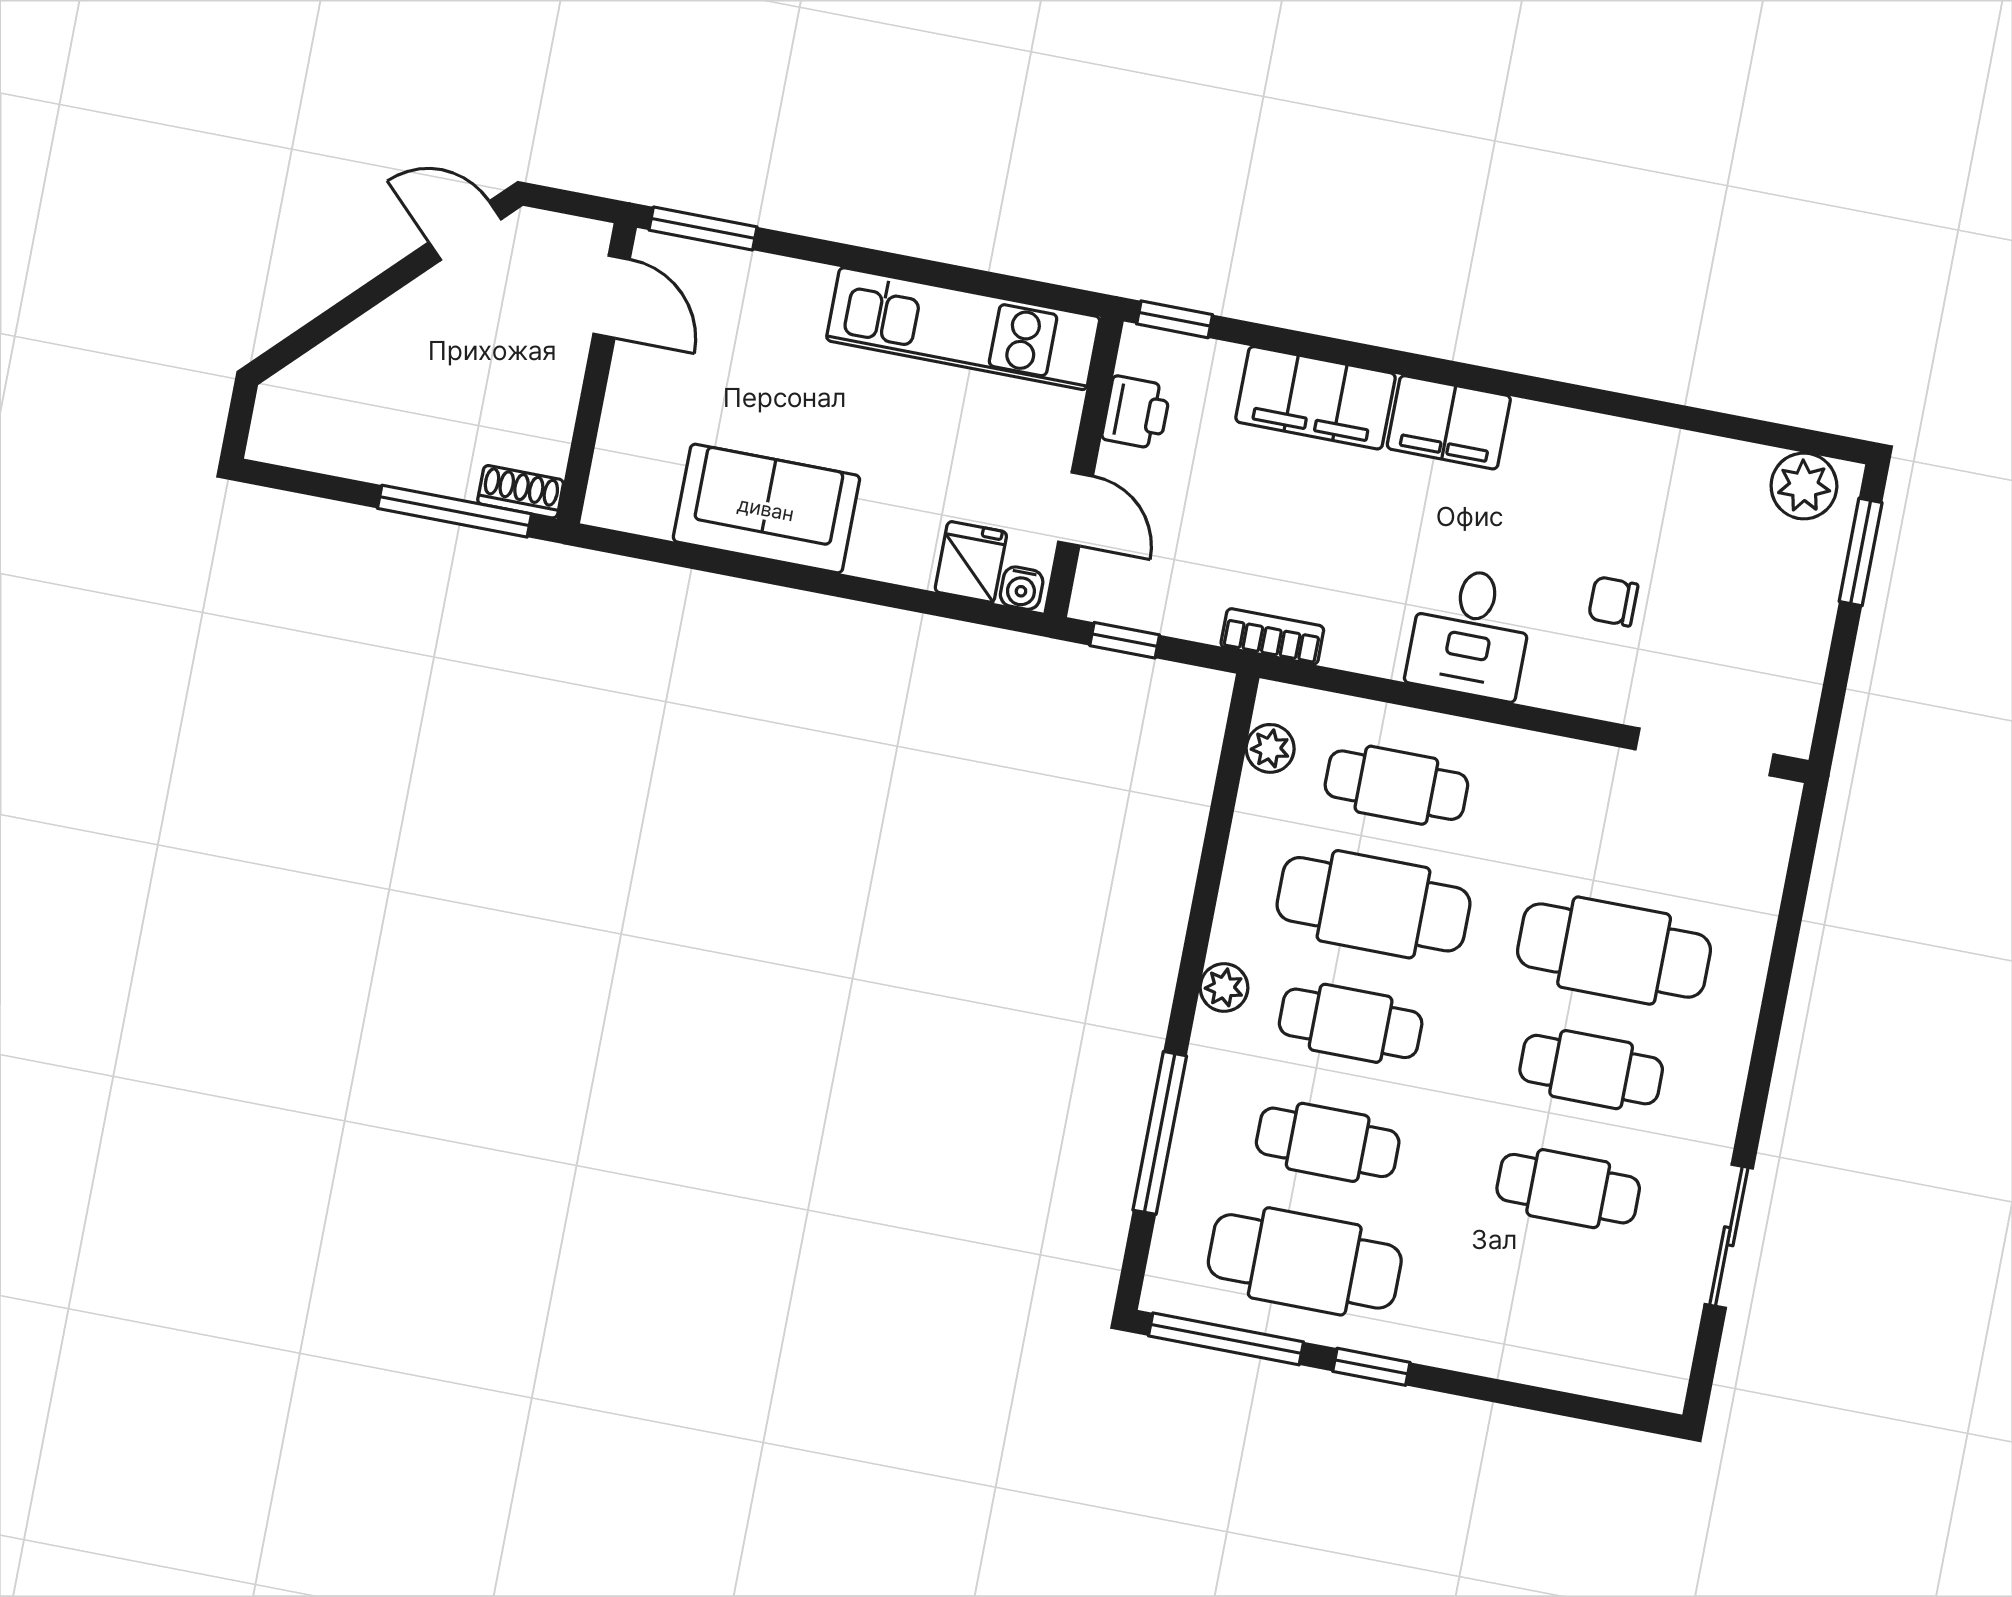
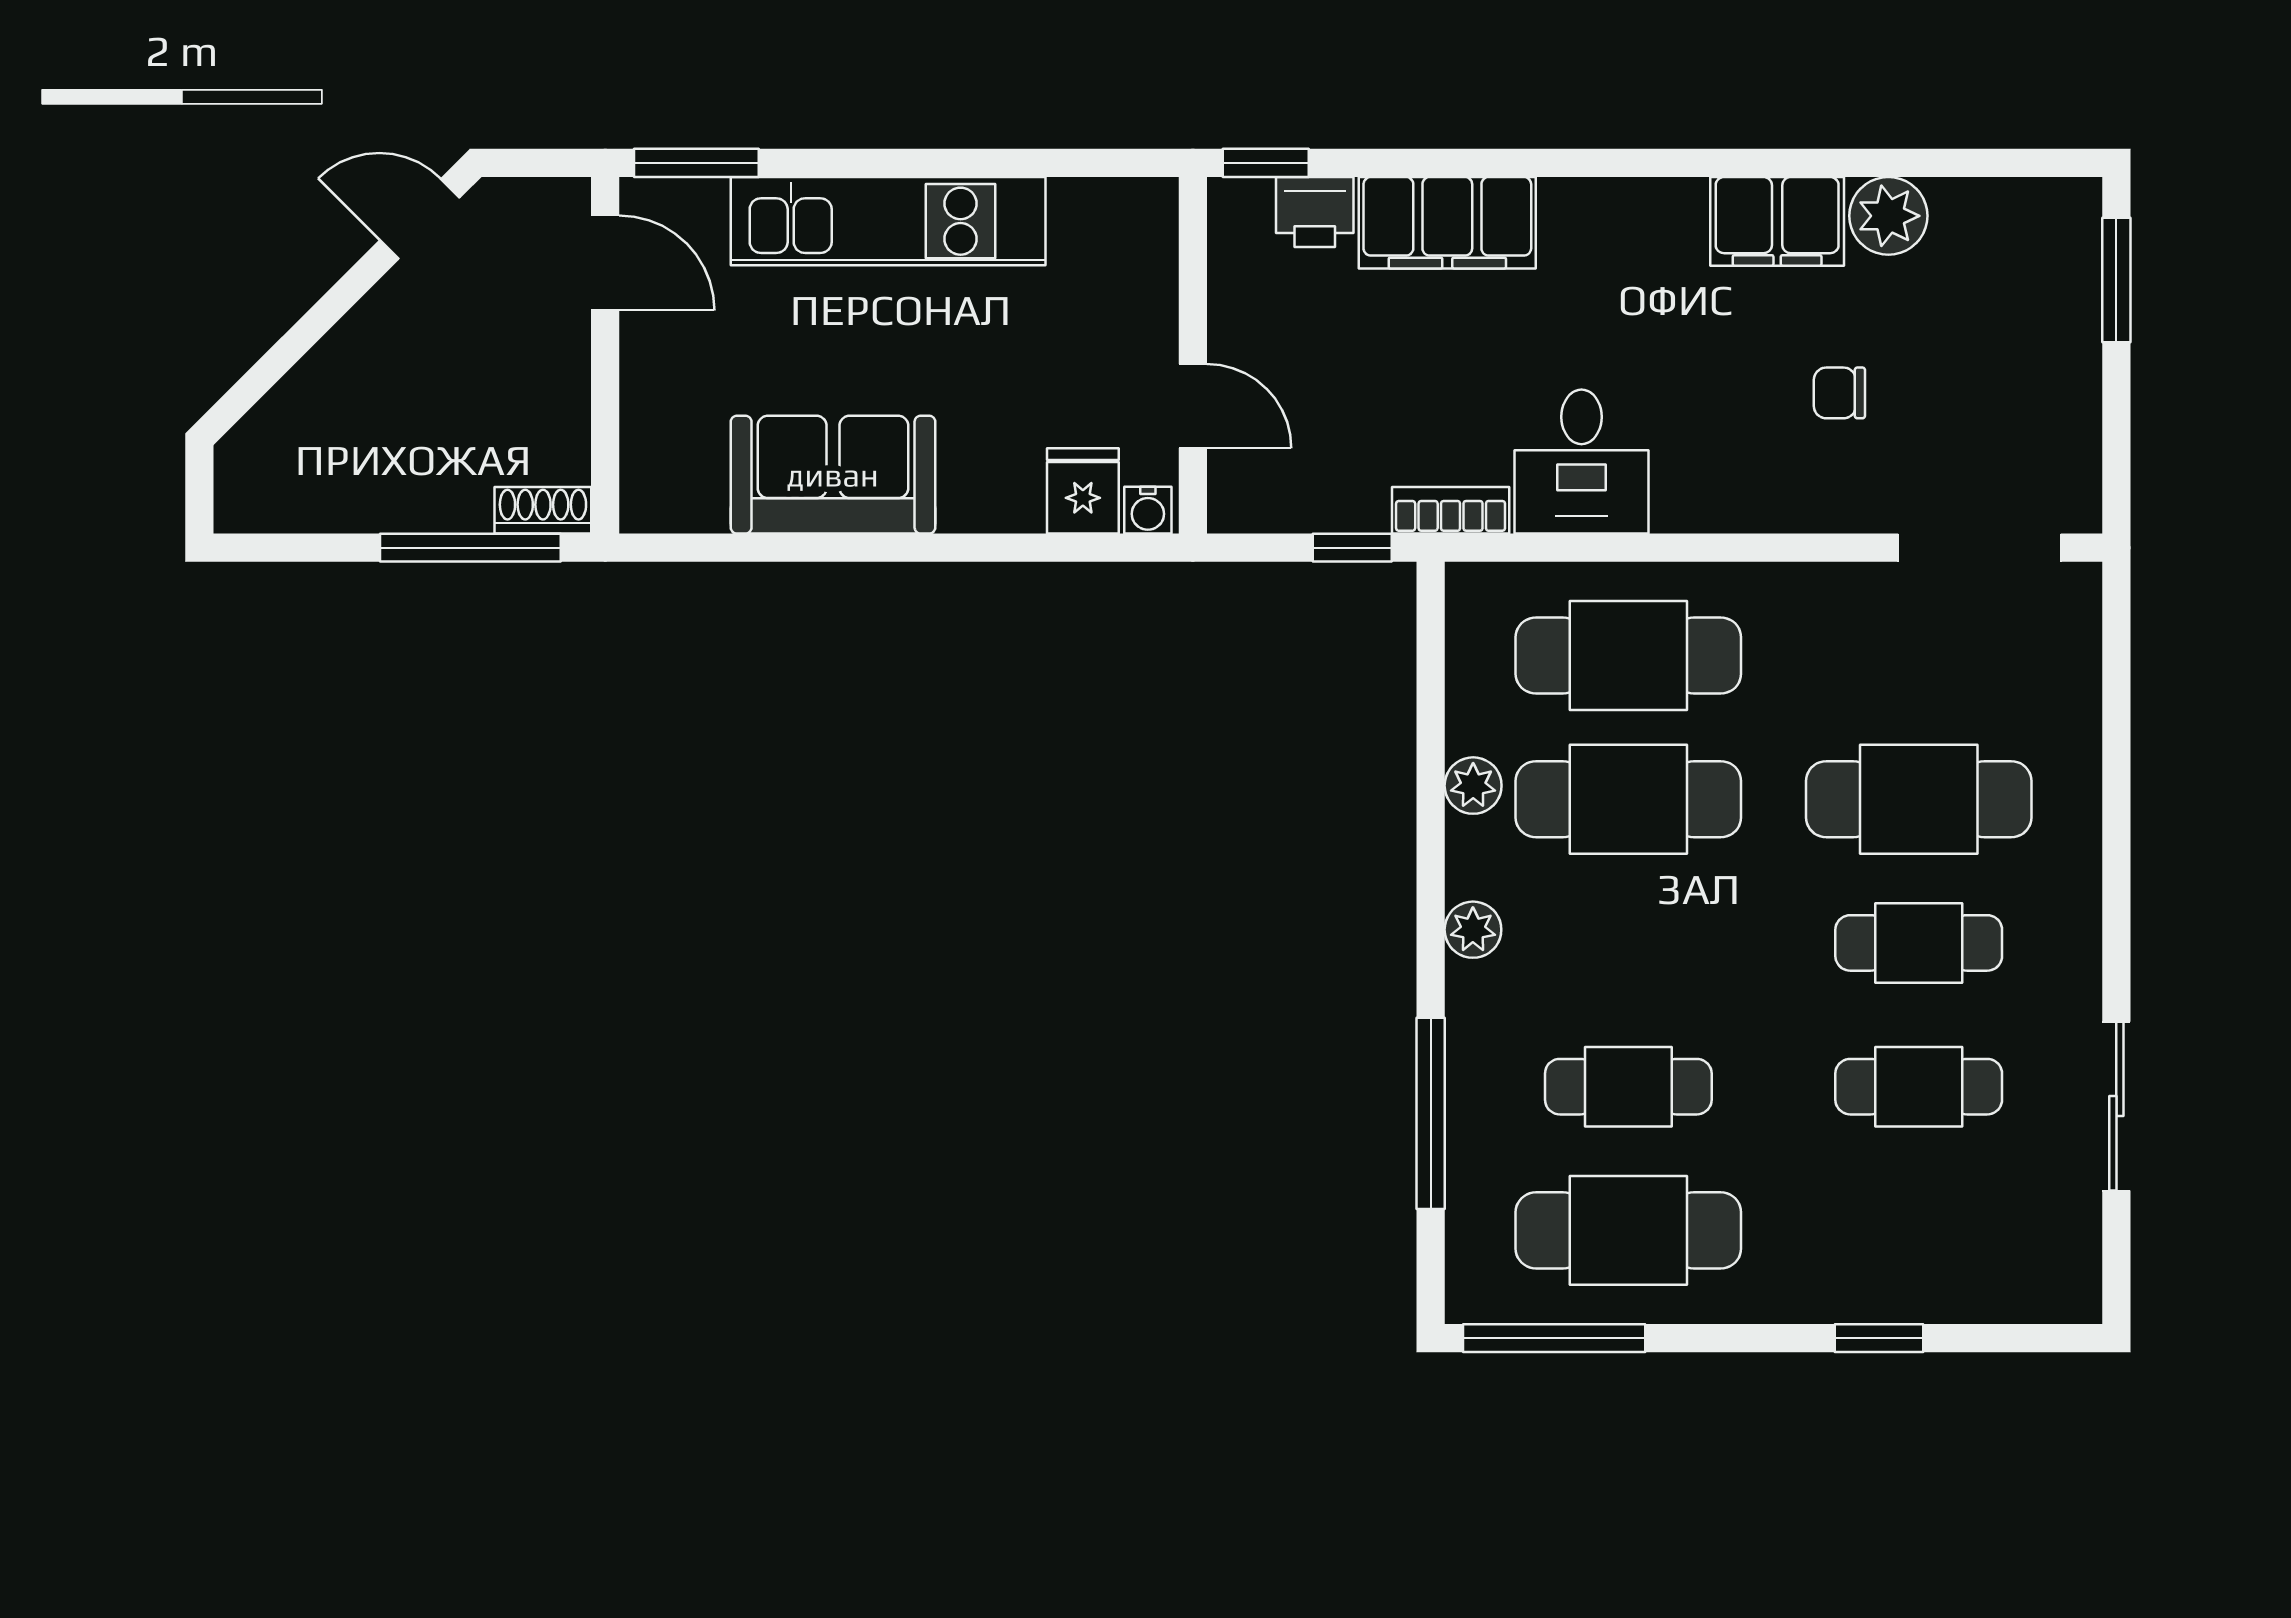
kitchen unit: (963, 329) -> (888, 221), moved
printer: (1136, 413) -> (1315, 212), moved, turned 90
filing cabinet: (1449, 422) -> (1777, 221), moved
plant: (1804, 486) -> (1888, 216), moved
desk: (1470, 633) -> (1581, 462), moved
window: (1125, 640) -> (1352, 548), moved
plant: (1270, 748) -> (1473, 786), moved
cafe table: (1396, 785) -> (1628, 656), width x1.37, depth x1.35
cafe table: (1351, 1023) -> (1628, 943), removed
window: (1371, 1367) -> (1879, 1338), moved

